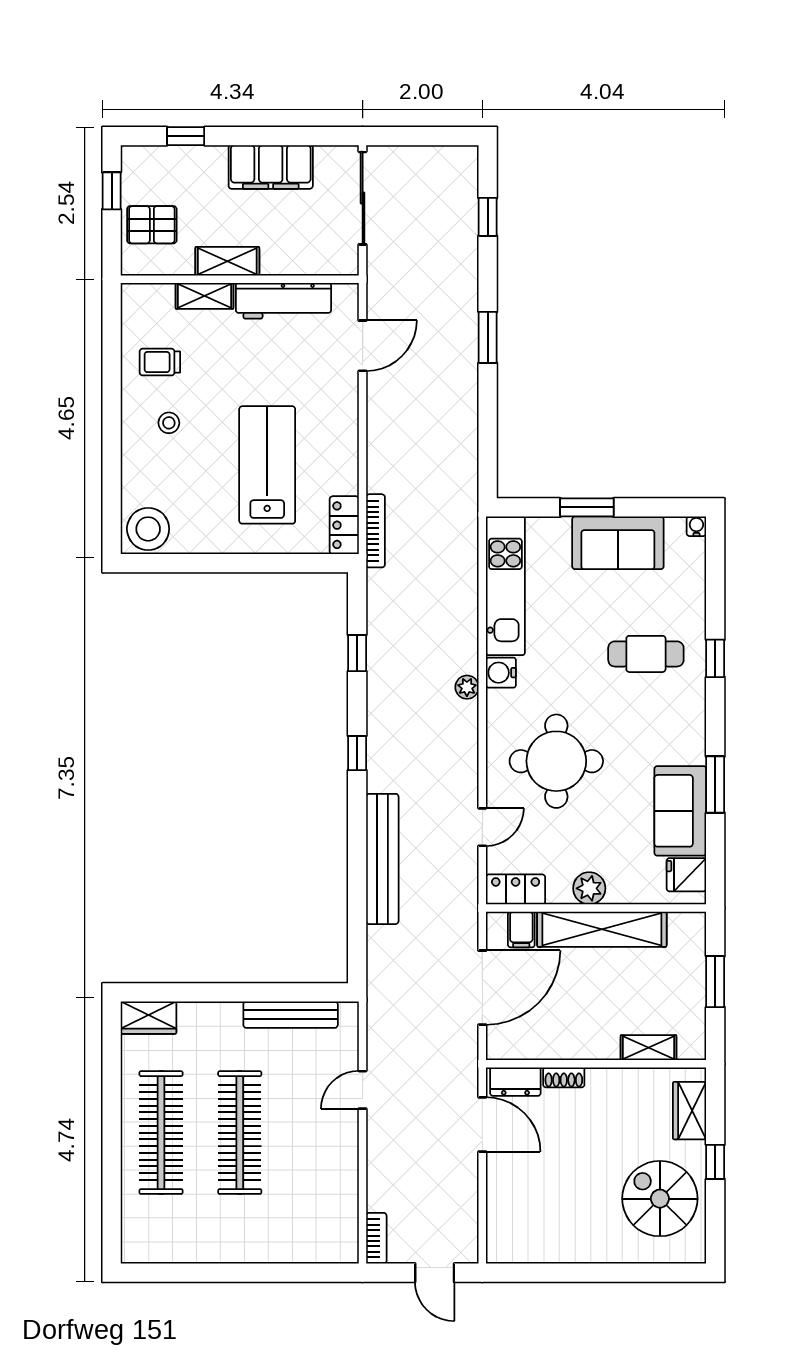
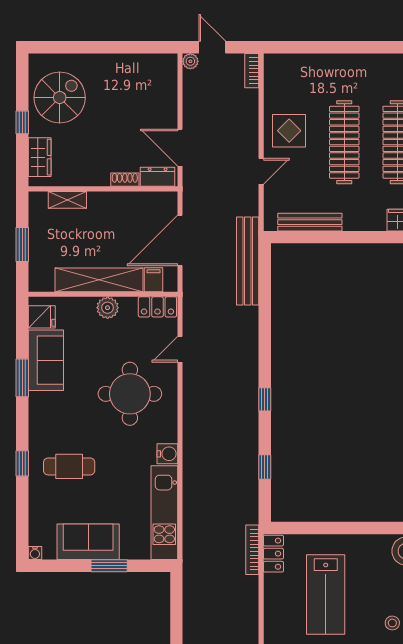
plant: (467, 687) -> (190, 61), moved
bench: (382, 859) -> (248, 261), moved
display table: (321, 1150) -> (289, 131), added
spiral stairs: (660, 1199) -> (60, 98), turned -90

